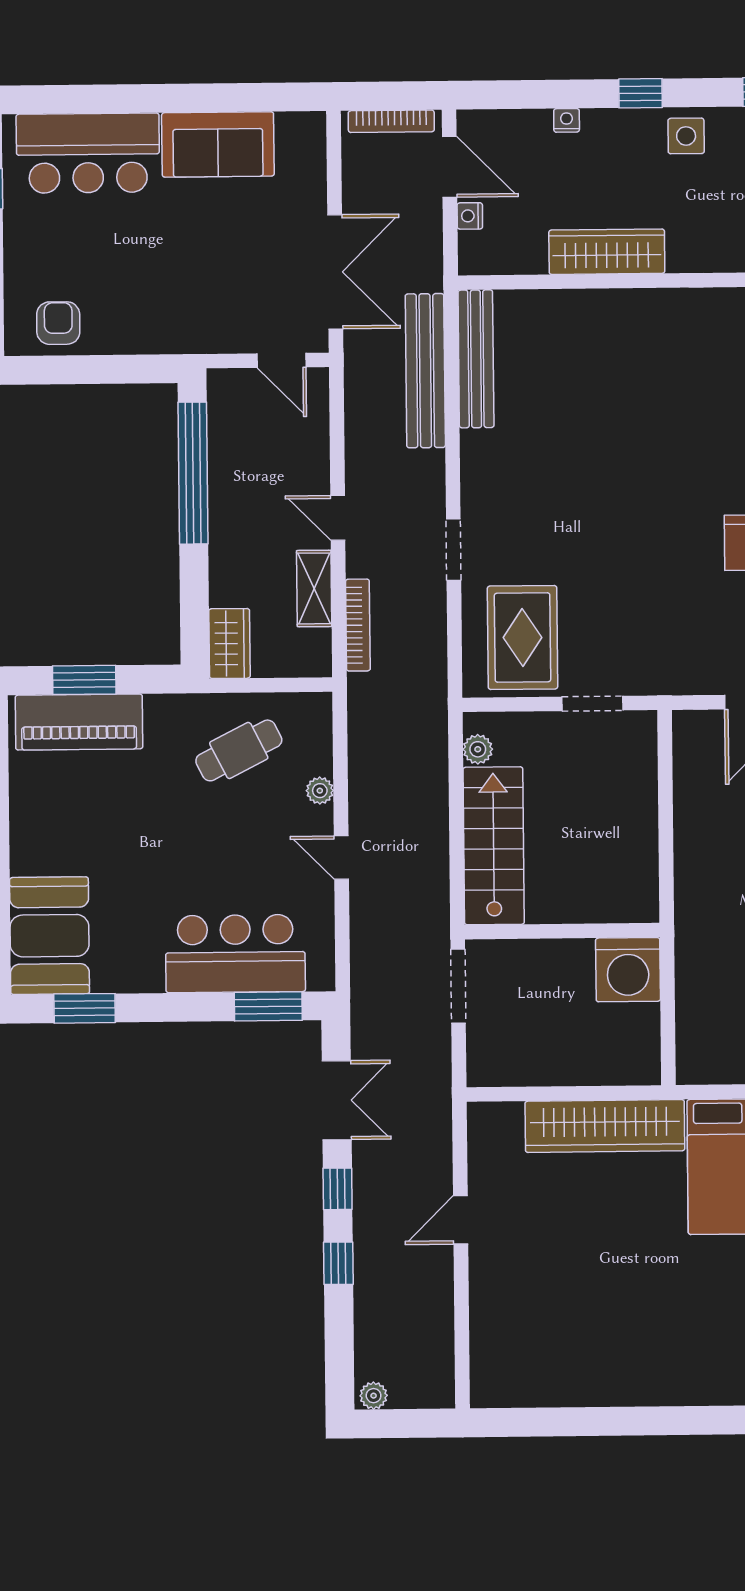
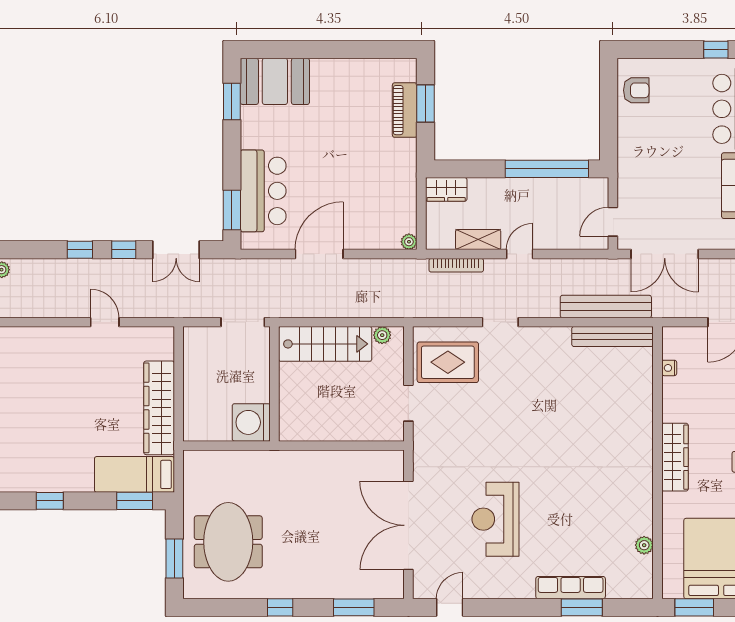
nightstand: (470, 216) -> (669, 368), moved, turned -90
wardrobe: (607, 252) -> (675, 457), moved
piano: (79, 722) -> (405, 110), width x0.73, depth x0.75
cafe table: (239, 750) -> (383, 194), removed
plant: (320, 791) -> (409, 242), moved
door: (341, 858) -> (319, 254), width x1.88

